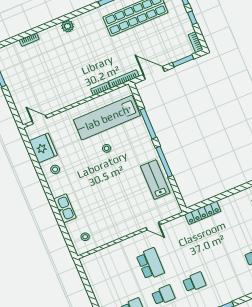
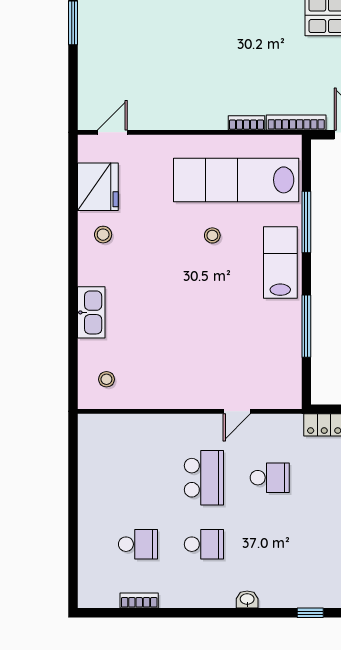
door: (39, 120) -> (112, 132), hinge flipped
window: (164, 162) -> (306, 326), moved
lab bench: (155, 180) -> (280, 262), moved
door: (153, 226) -> (237, 411), hinge flipped
school desk: (194, 282) -> (270, 478), moved

